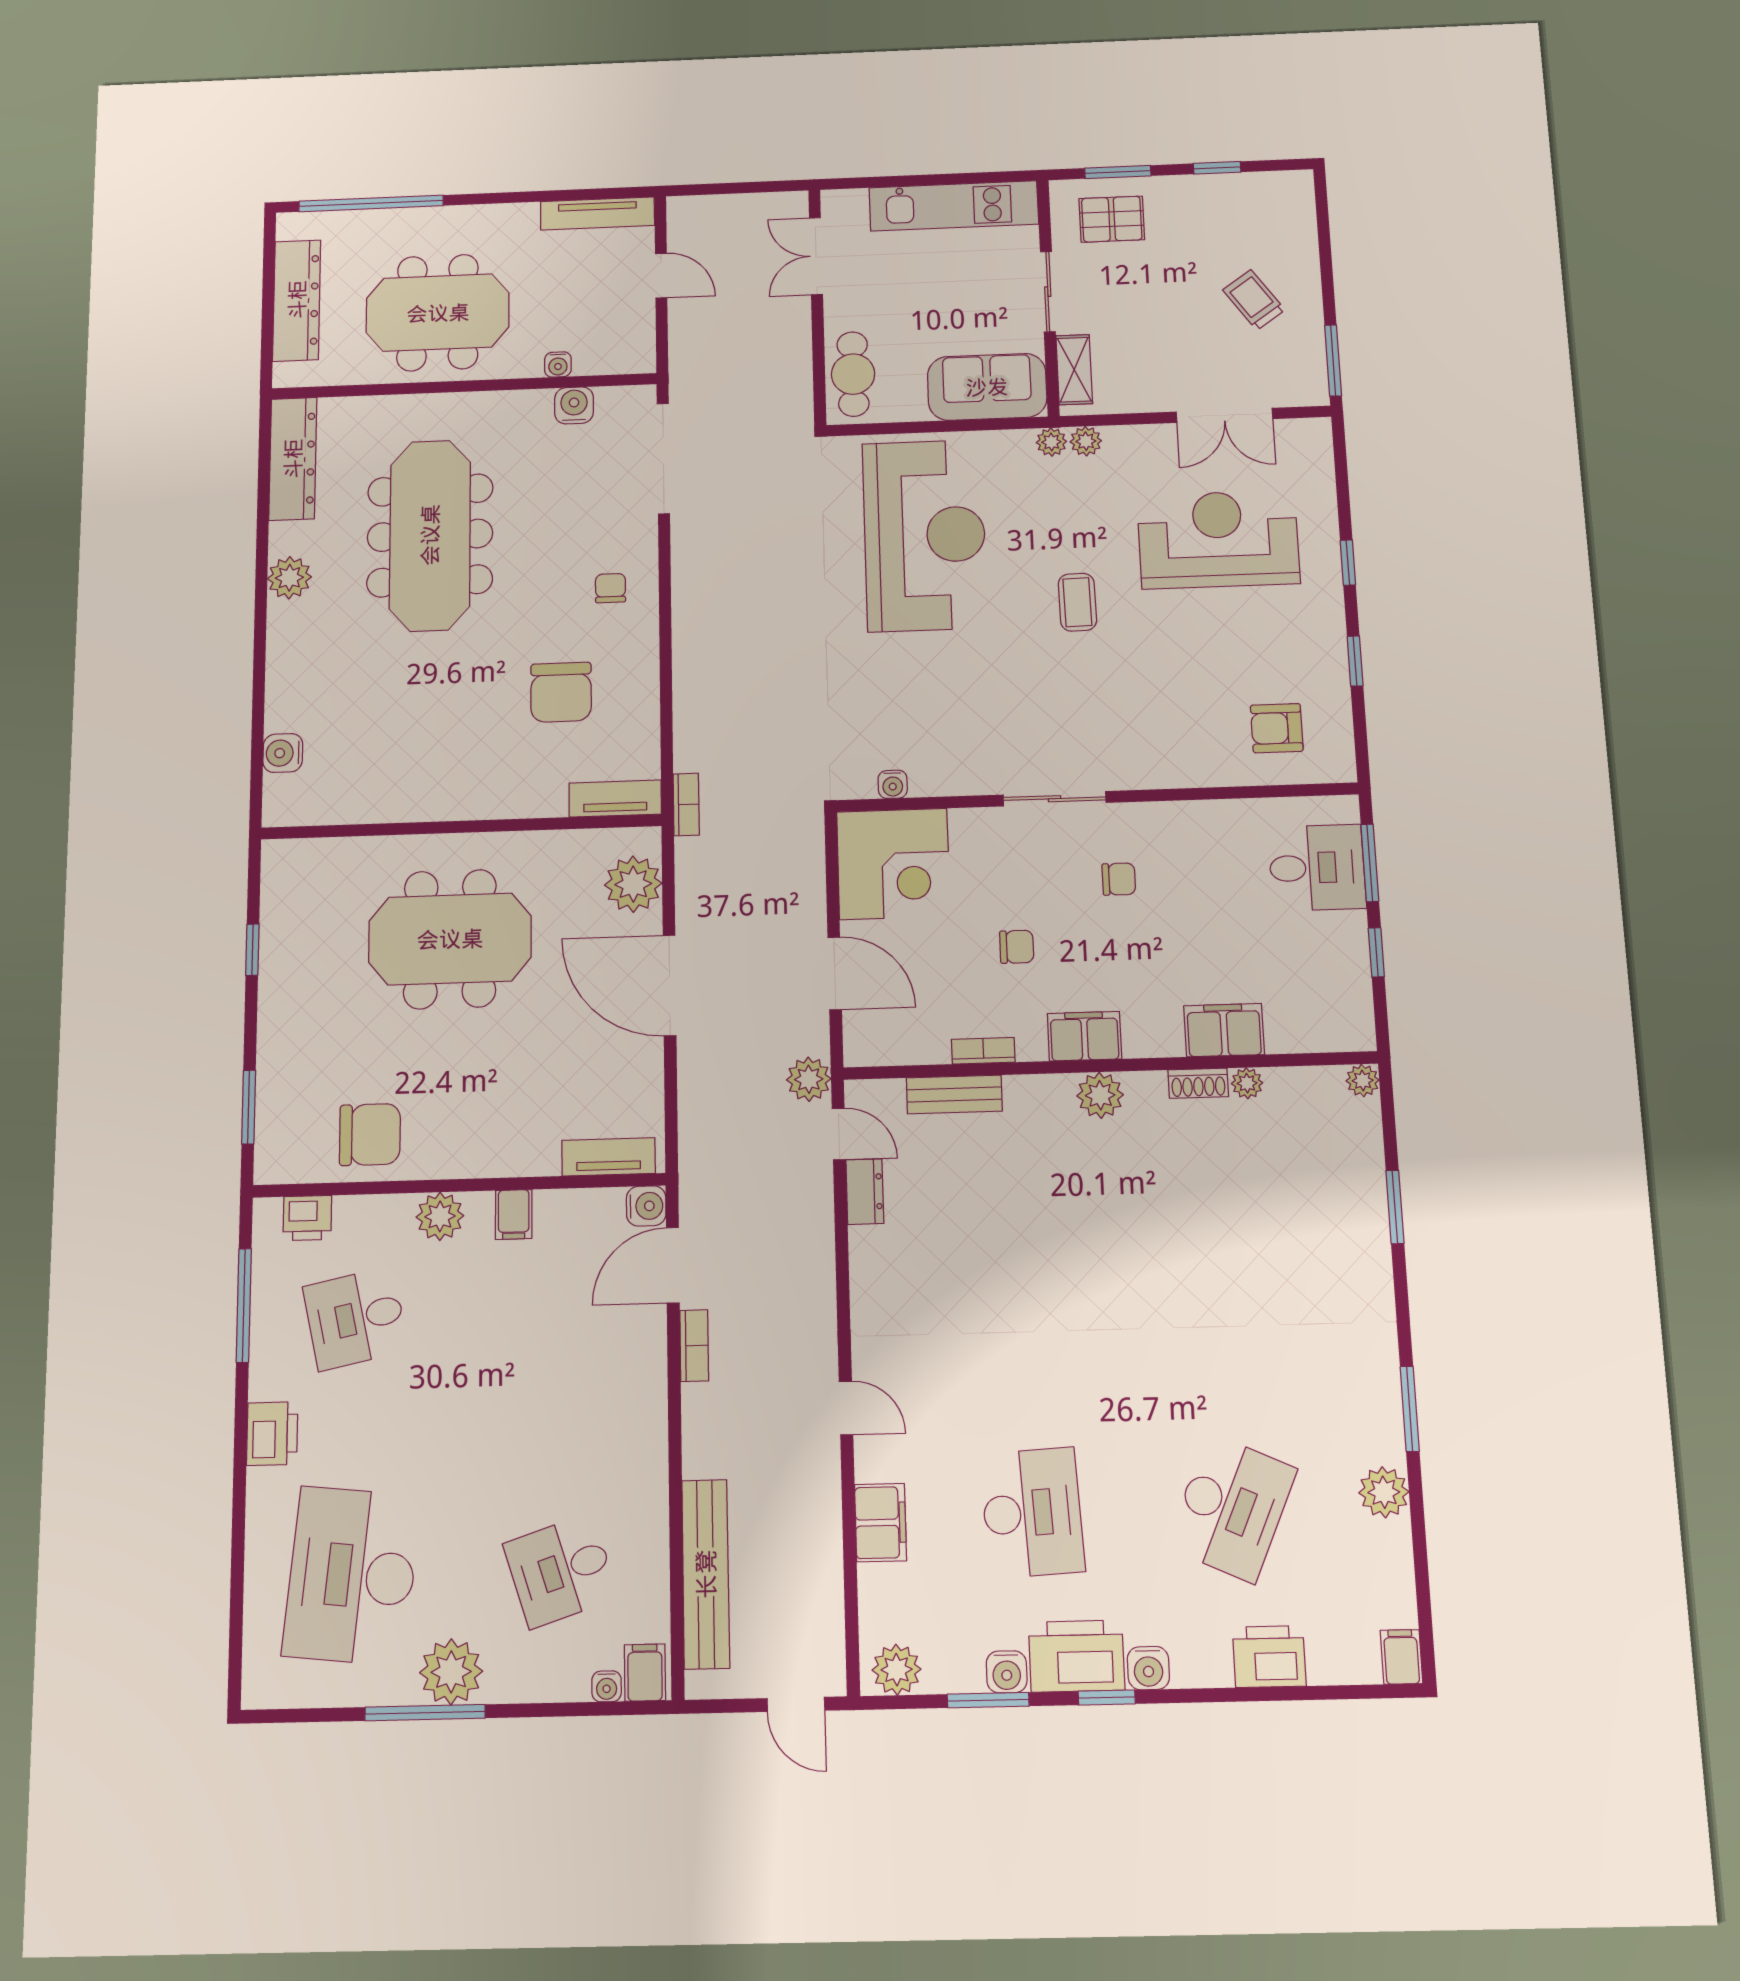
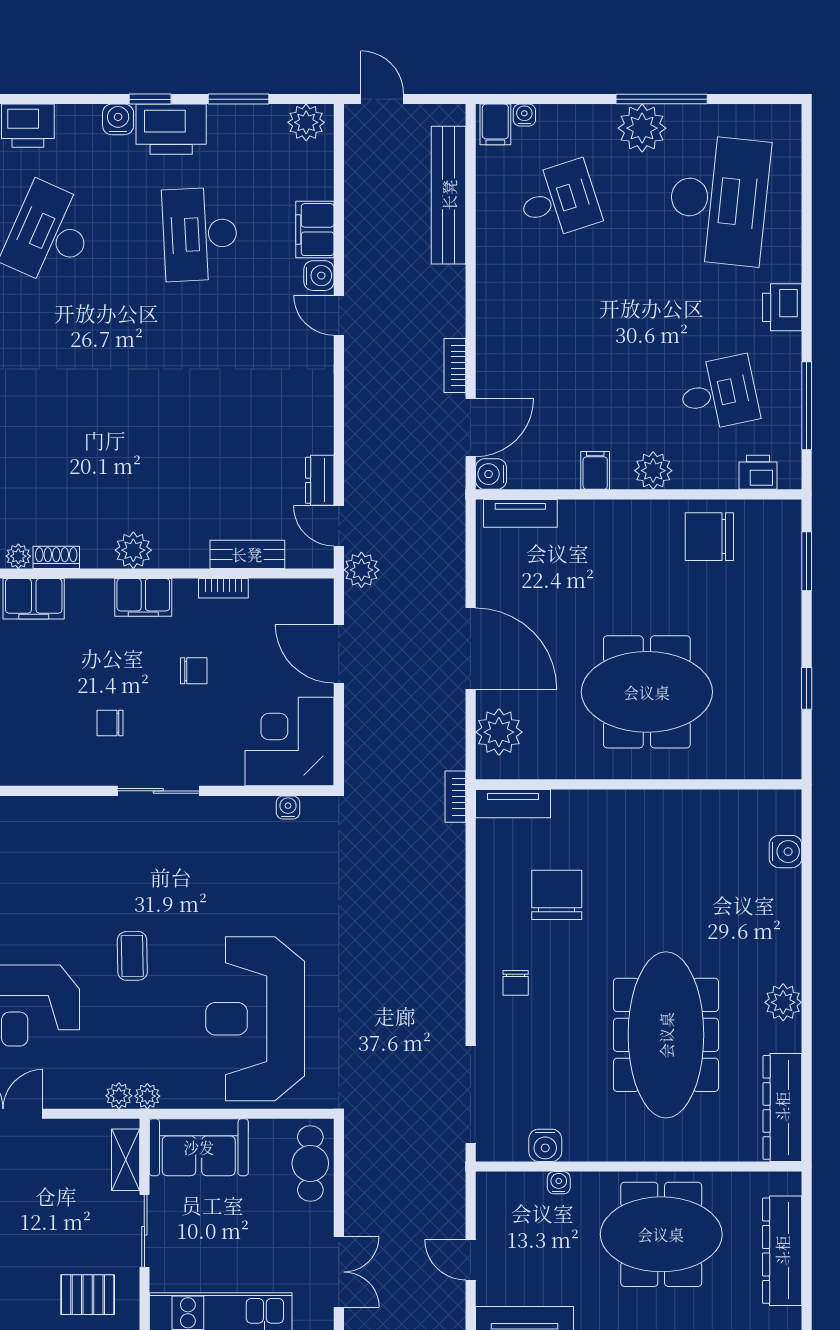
chair: (1017, 947) -> (194, 671), turned 180
water cooler: (1007, 1672) -> (319, 276), moved, turned 90

